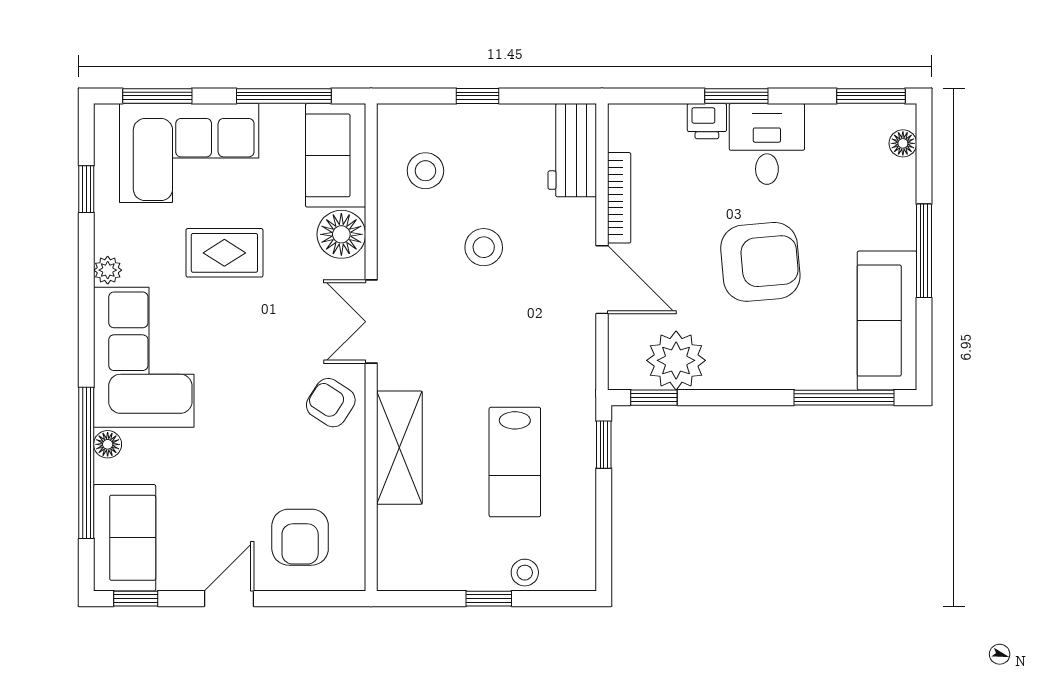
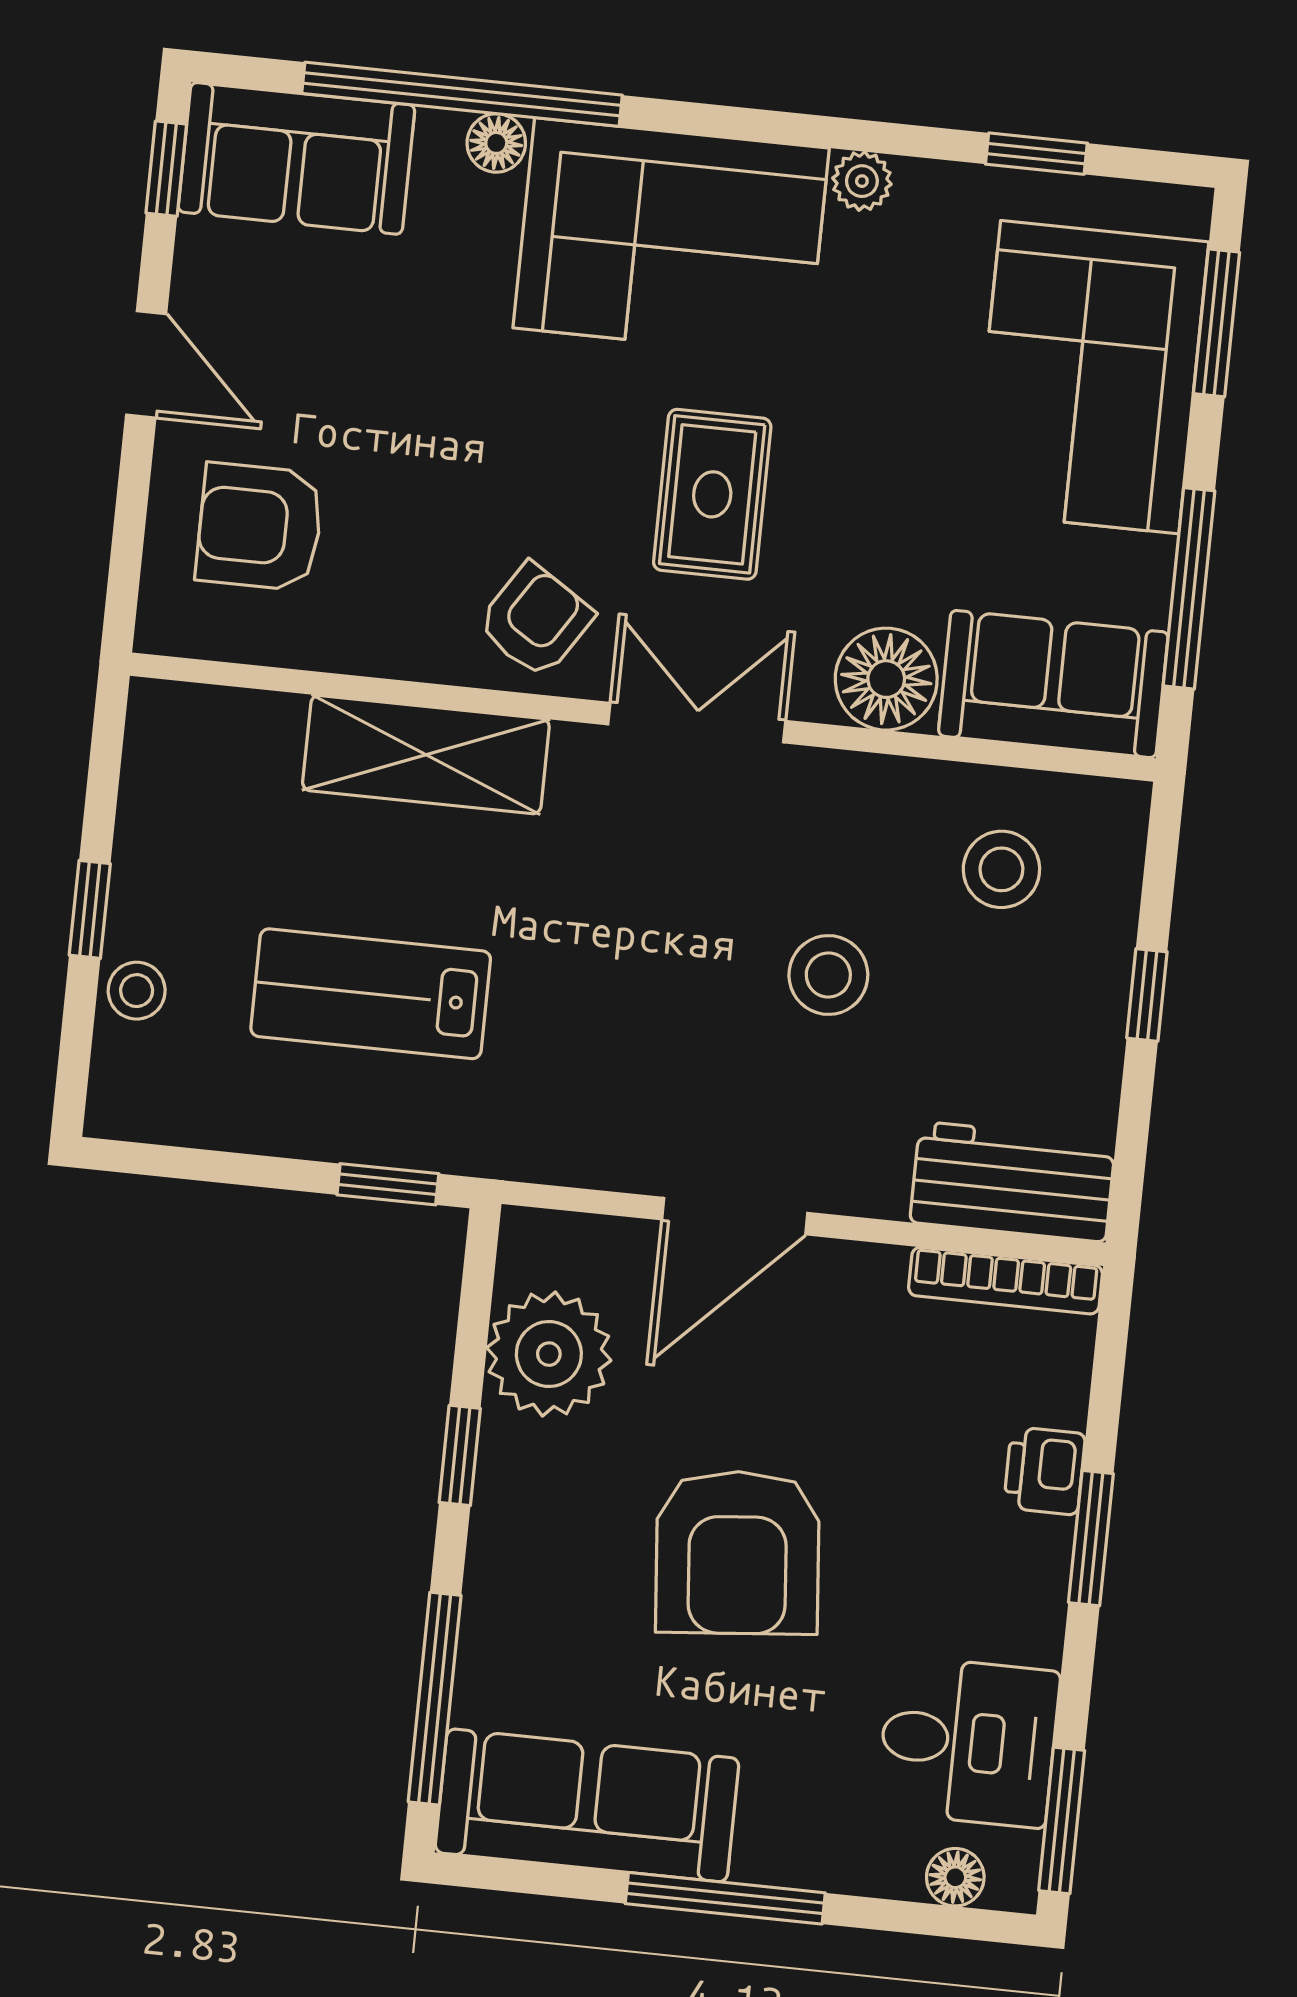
desk: (767, 144) -> (968, 1742), moved
bookcase: (619, 198) -> (1006, 1281), moved
rug: (224, 253) -> (712, 494), moved
window: (654, 398) -> (460, 1455), moved

